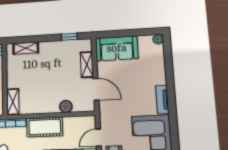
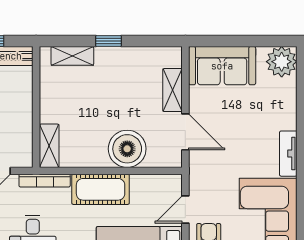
window: (69, 37) -> (109, 41), moved
plant: (158, 39) -> (282, 62), width x1.87, depth x1.87
boiler: (66, 106) -> (127, 149), width x1.86, depth x1.86

